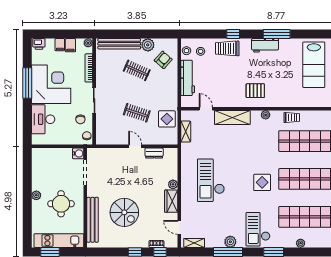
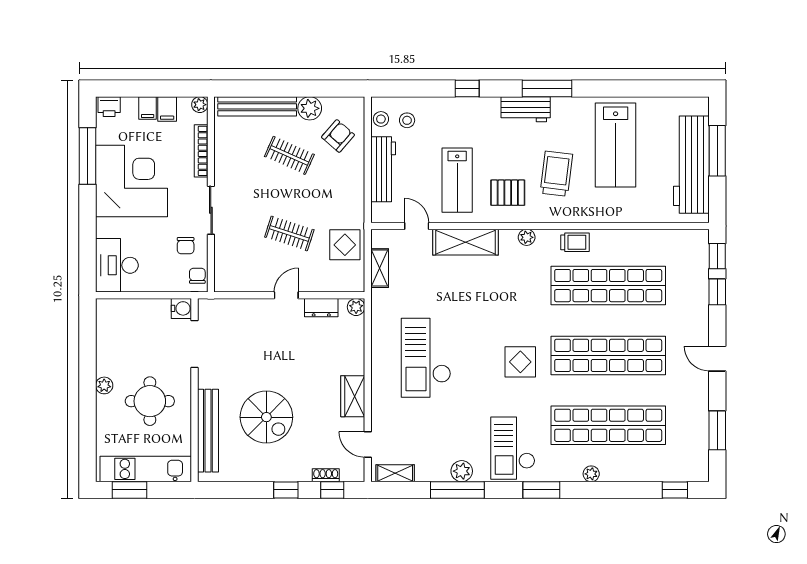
trolley: (227, 48) -> (556, 174), moved, turned 97
window: (27, 83) -> (88, 156), moved
lab bench: (228, 84) -> (457, 180), added
desk: (43, 119) -> (117, 265), moved
door: (135, 146) -> (286, 295), hinge flipped
plant: (173, 184) -> (356, 307), moved

